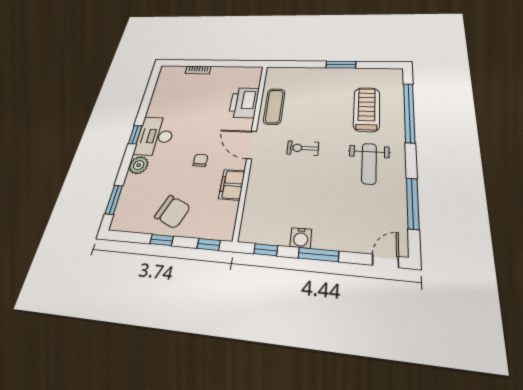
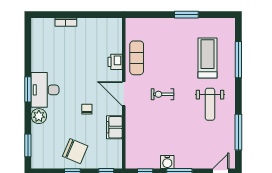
printer: (244, 103) -> (115, 62), width x0.53, depth x0.68
window: (409, 112) -> (238, 60), width x0.68
window: (135, 135) -> (28, 89), width x1.50

